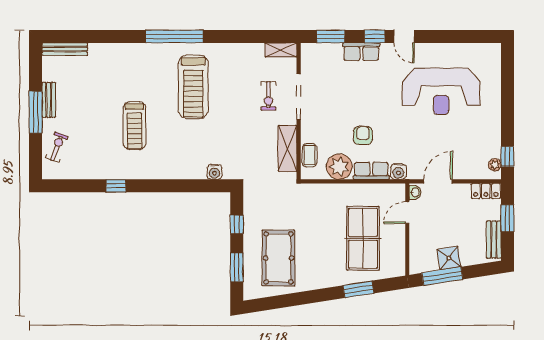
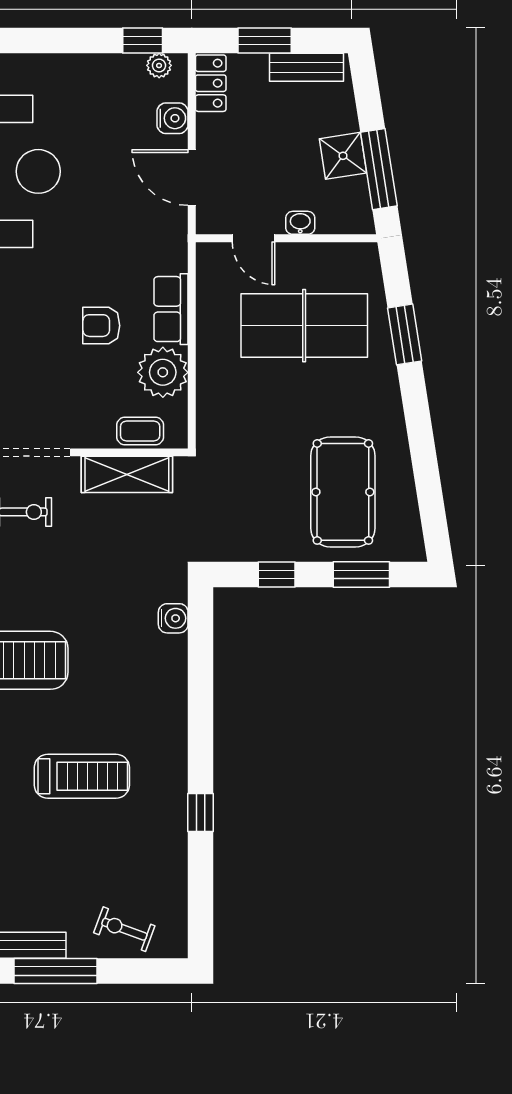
water cooler: (398, 172) -> (172, 118), moved
washbasin: (415, 193) -> (300, 223), moved
pool table: (279, 258) -> (343, 492), turned 90

